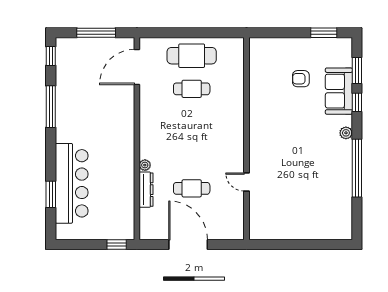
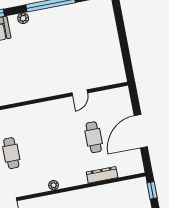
plant: (145, 165) -> (54, 185), moved

